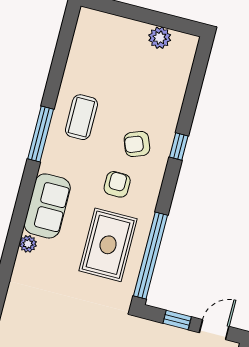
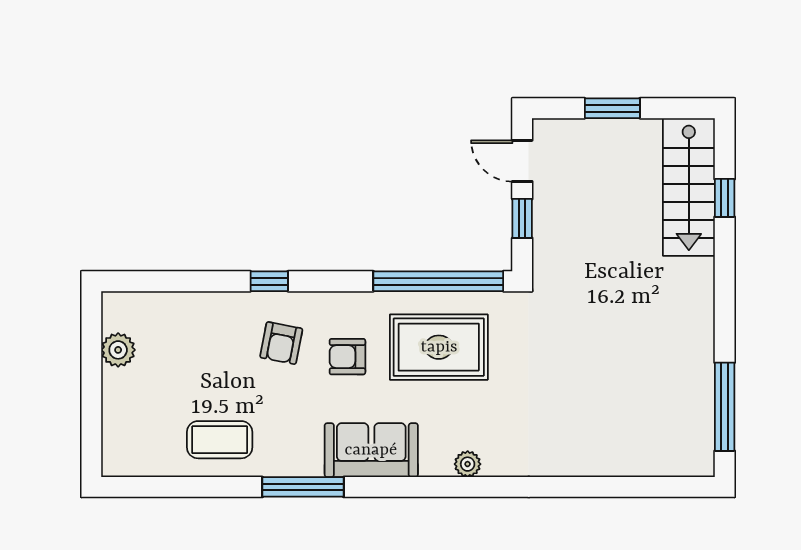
coffee table: (81, 117) -> (220, 440), moved
armchair: (137, 144) -> (281, 343), turned 32
sofa: (47, 206) -> (371, 450), moved

